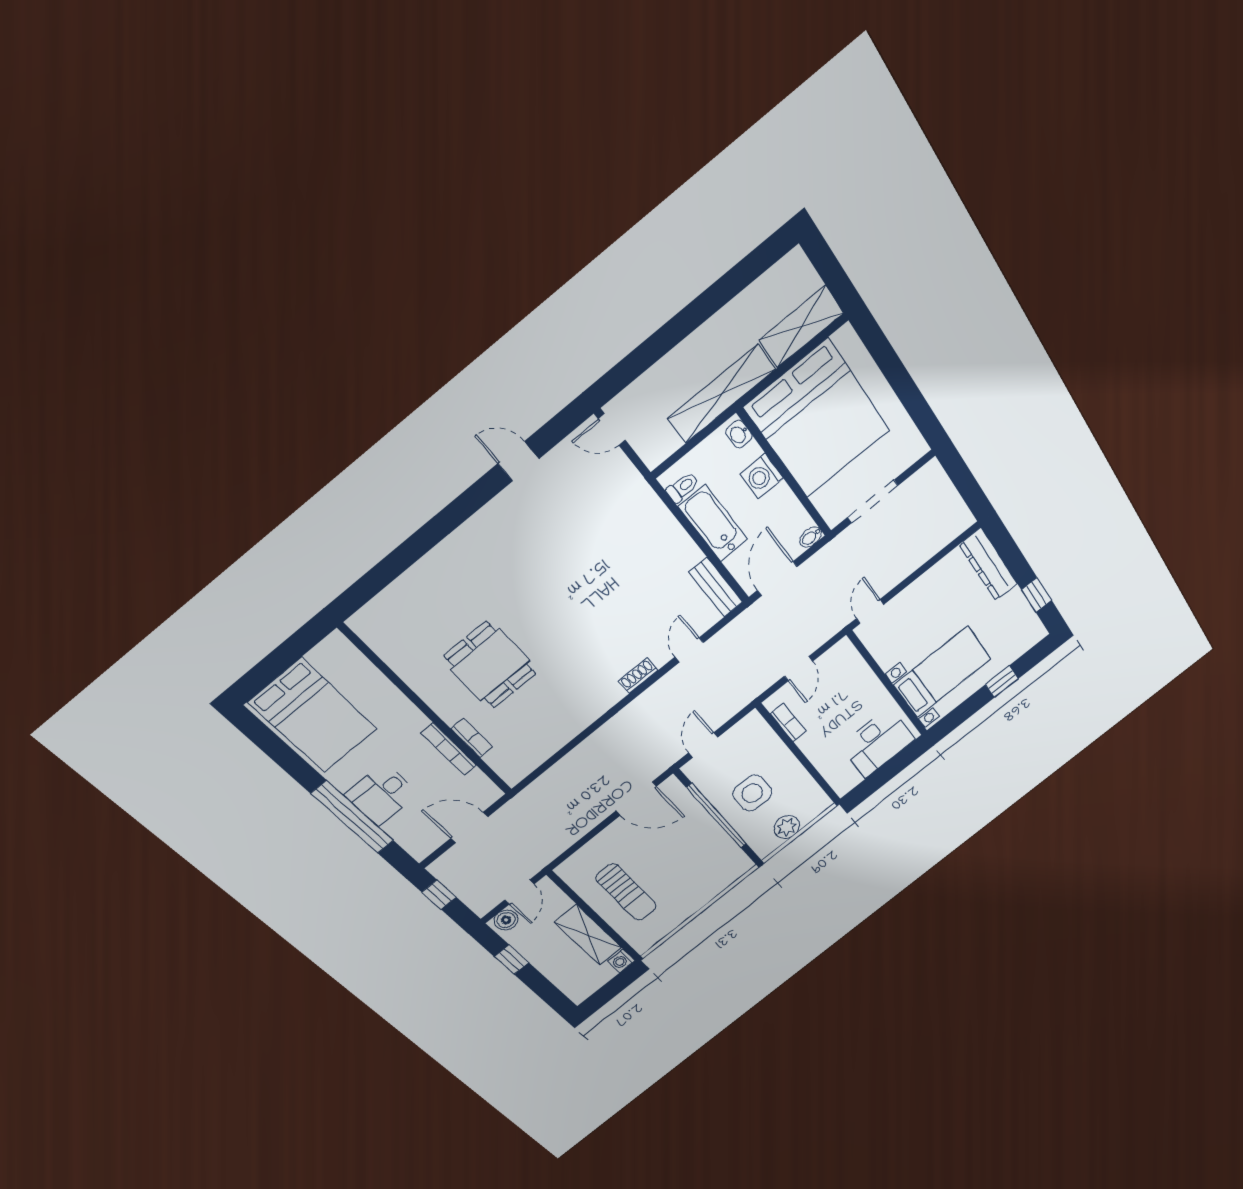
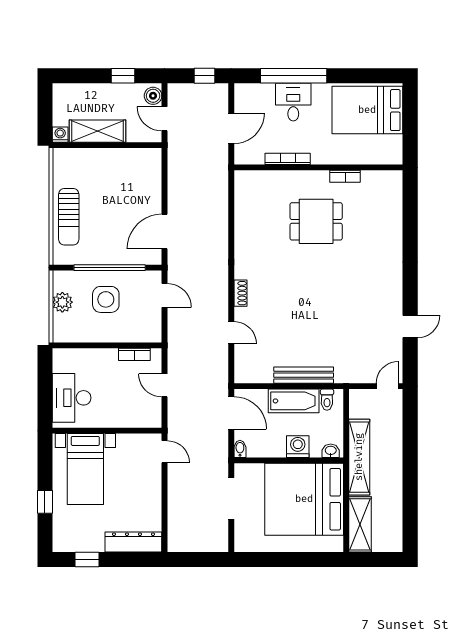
bench: (716, 587) -> (304, 375), moved, width x1.36
bookcase: (472, 738) -> (345, 176), moved
sun lounger: (626, 892) -> (69, 217), moved, turned -90

